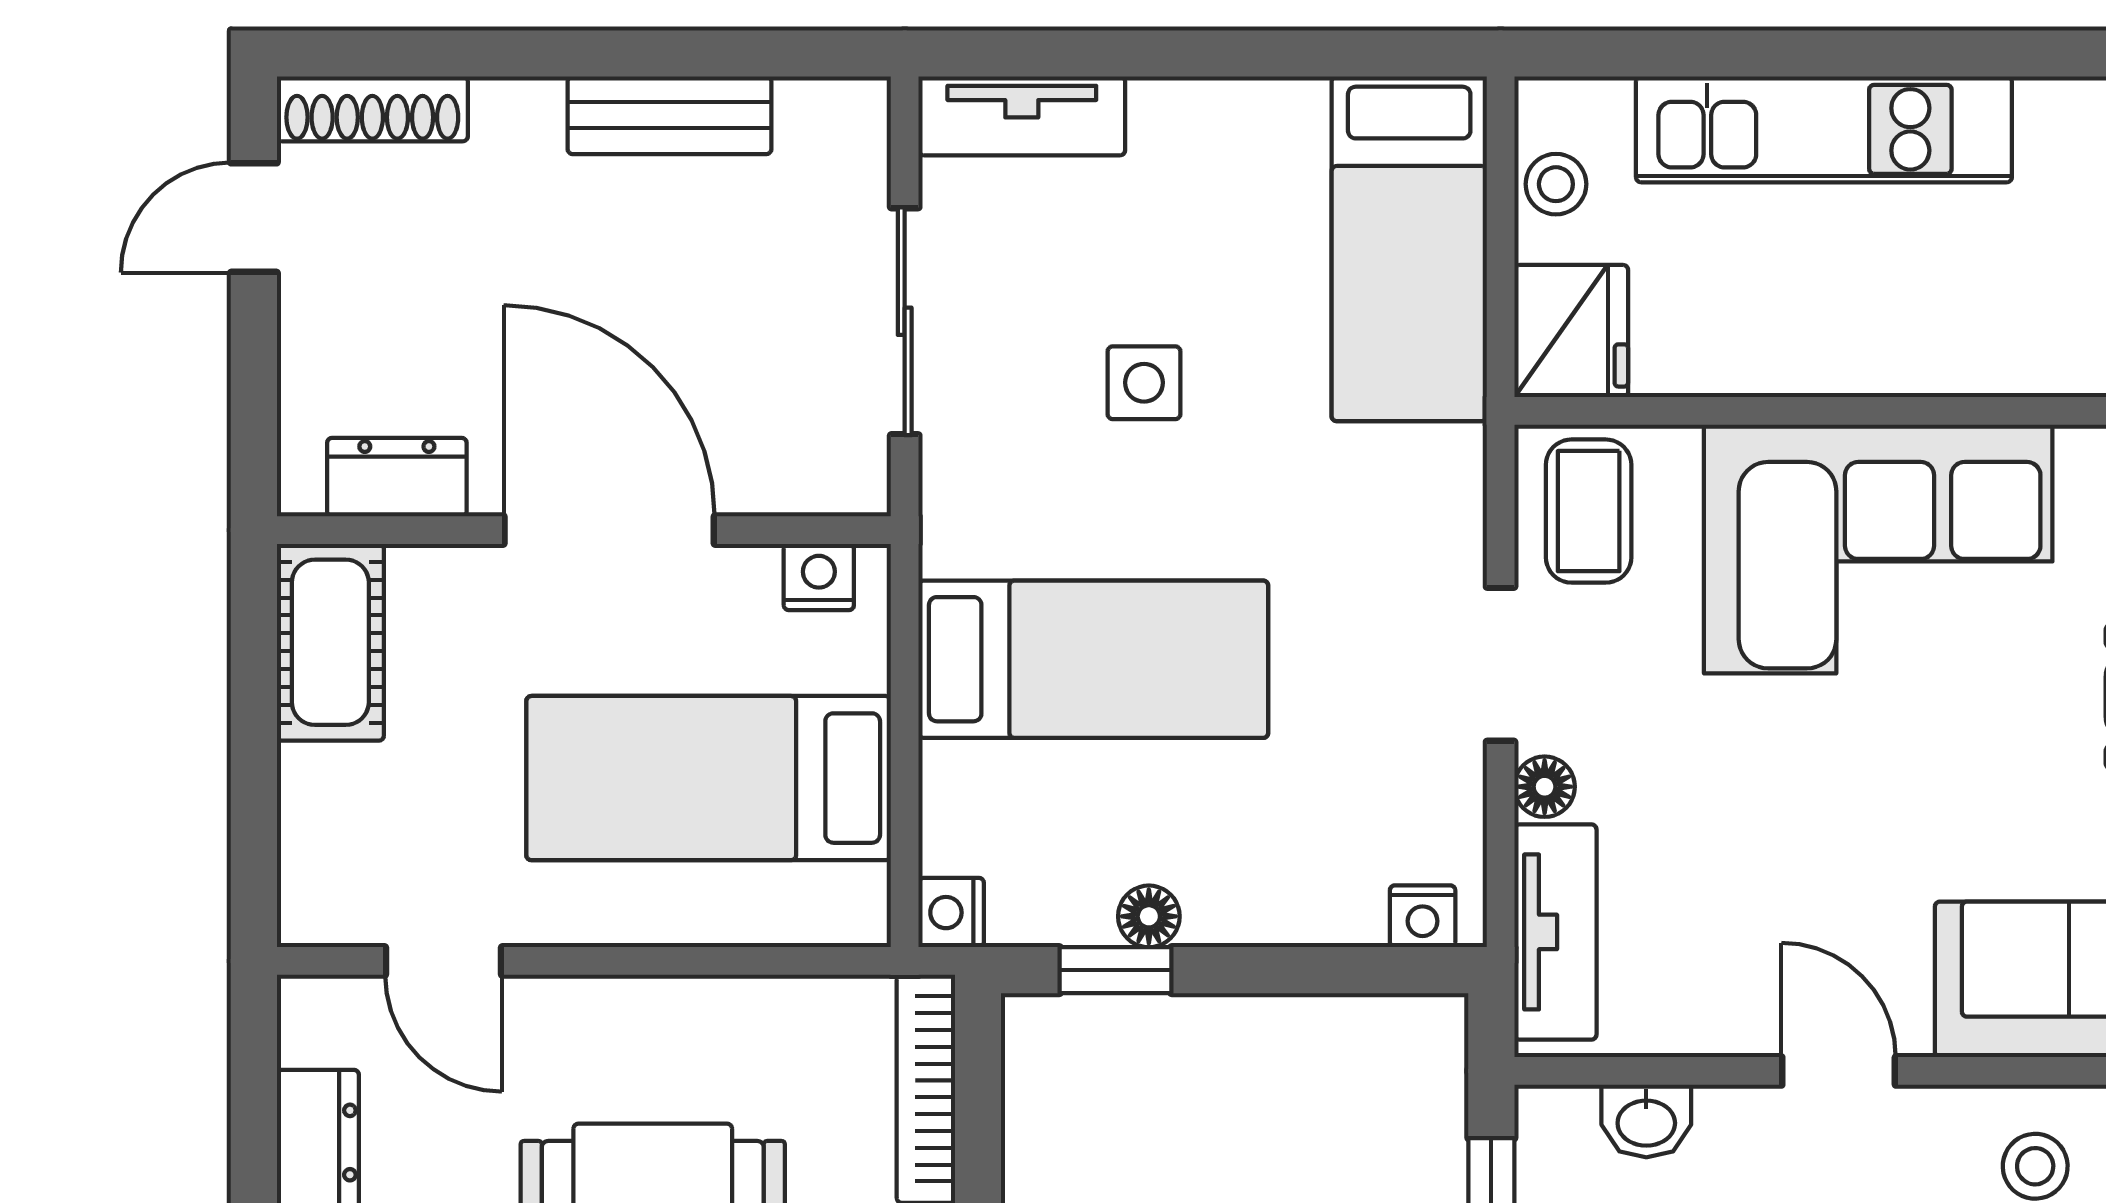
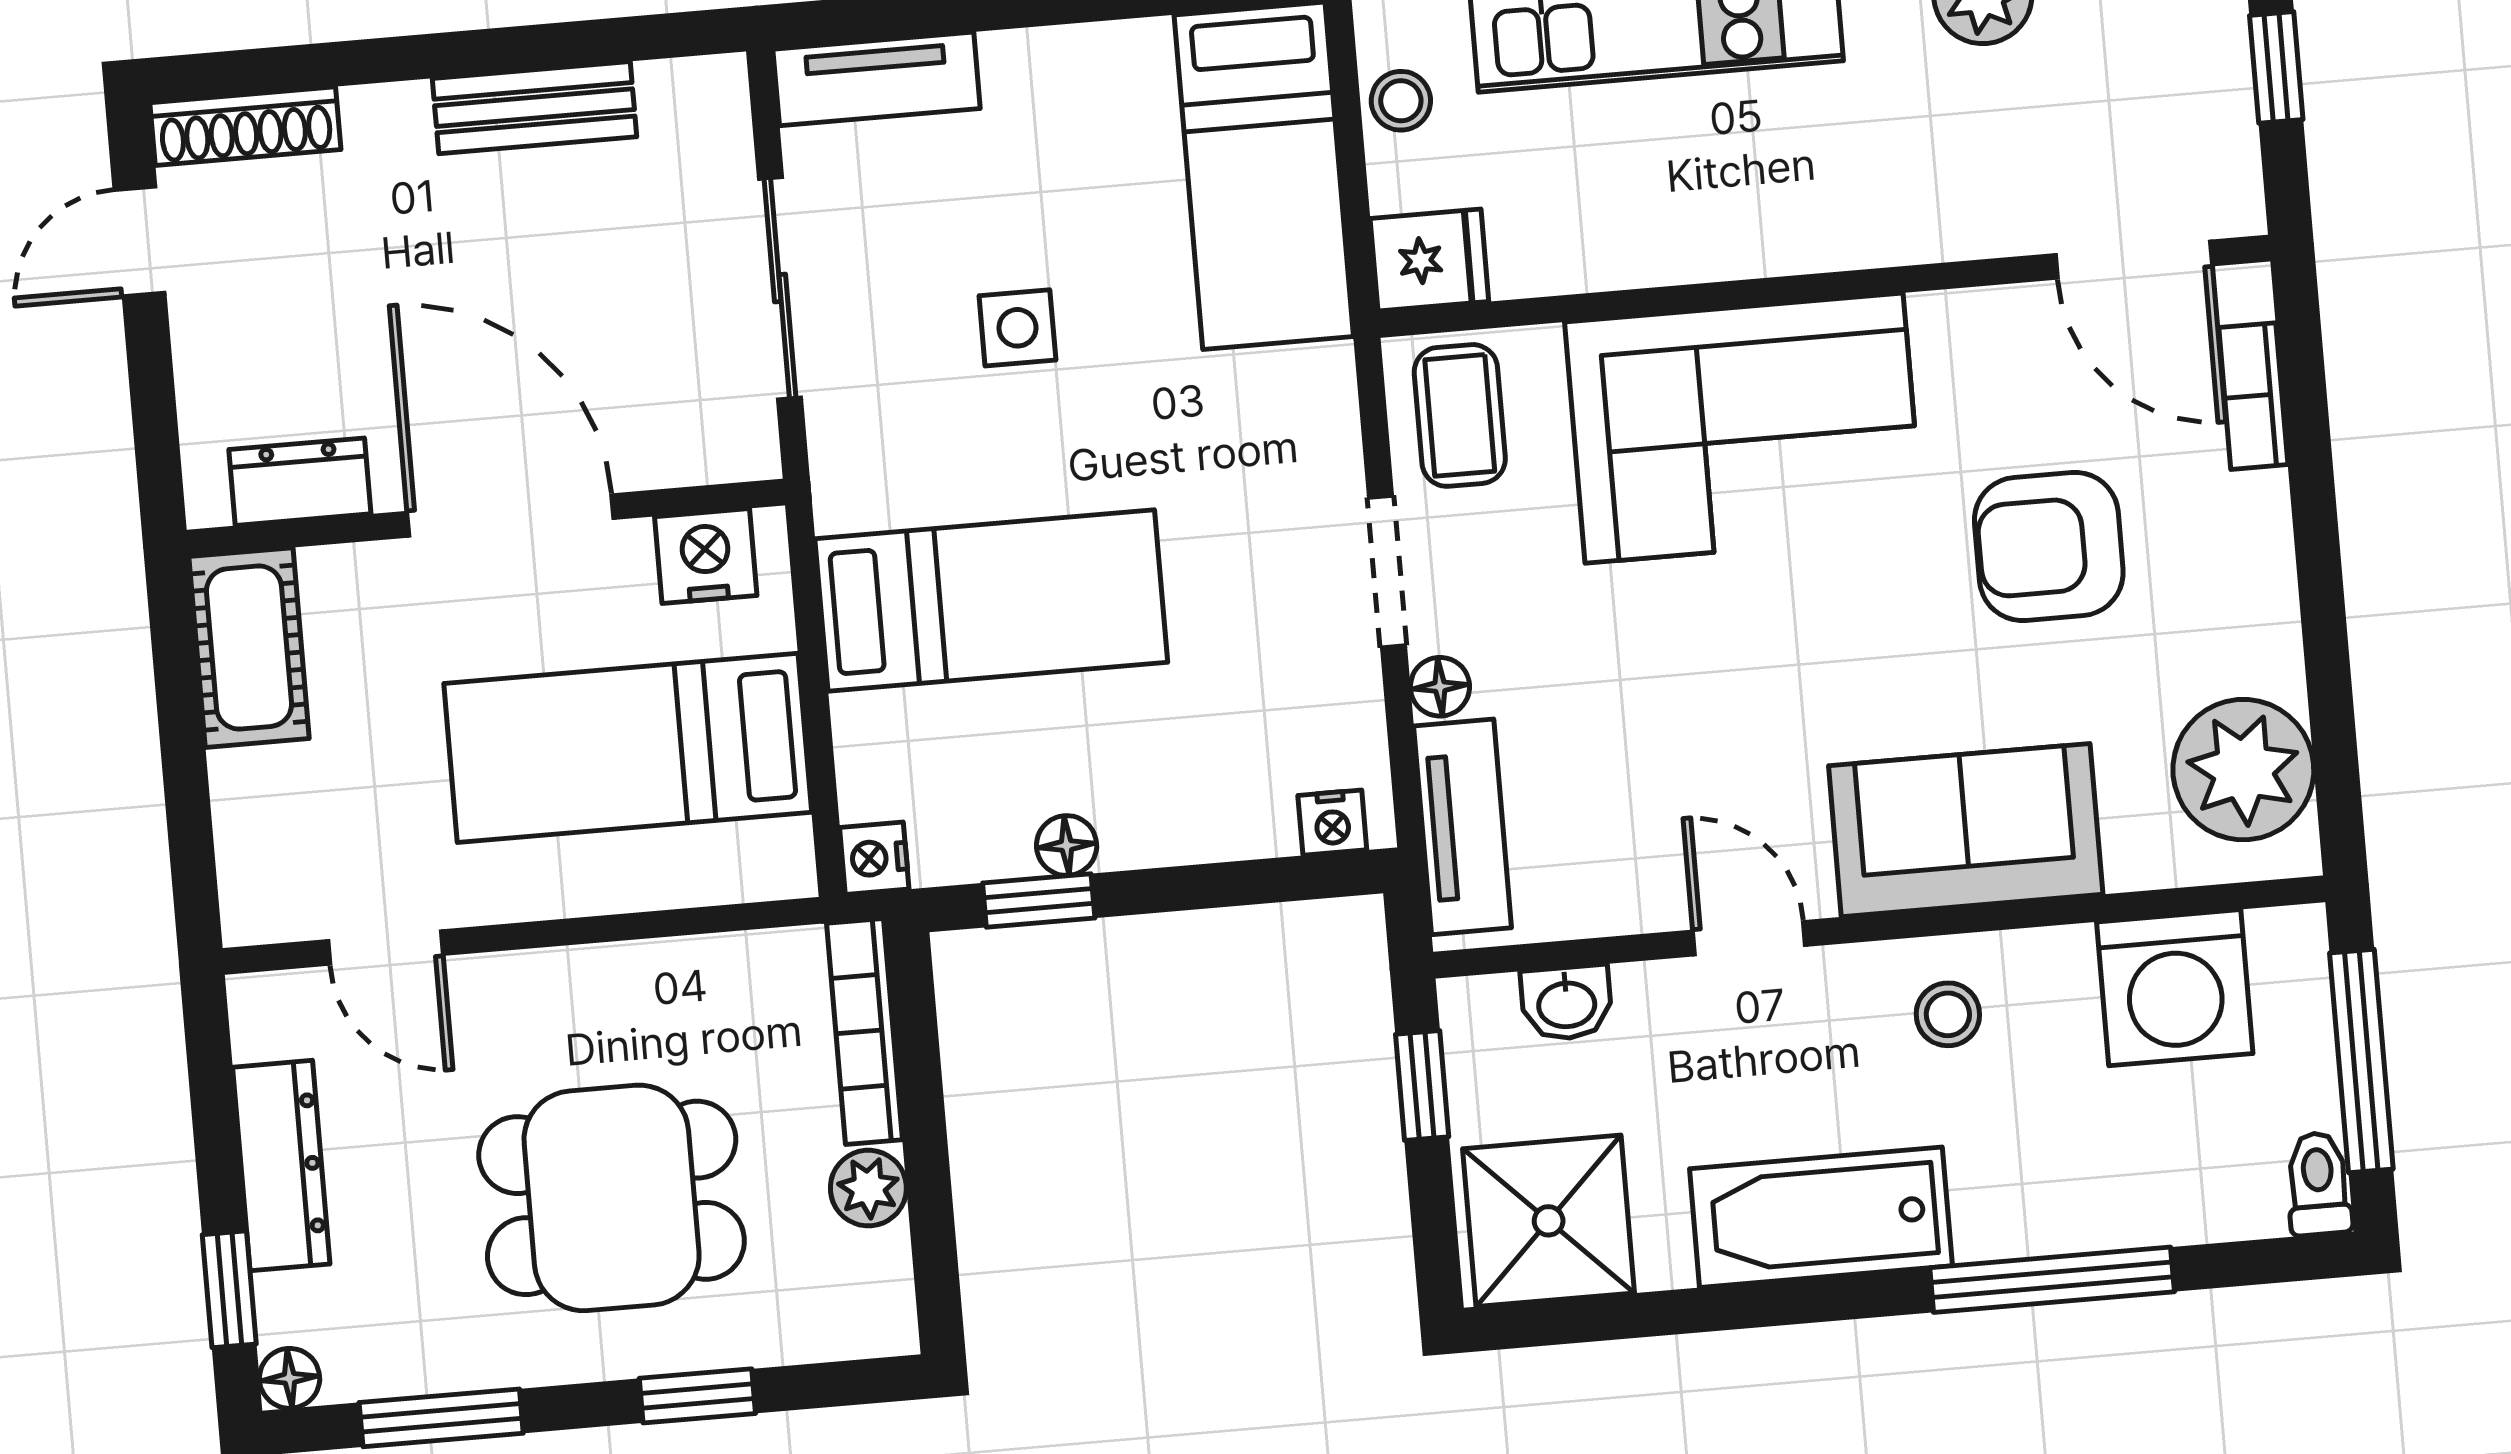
fridge: (1571, 331) -> (1429, 260), width x0.72
nightstand: (819, 577) -> (706, 556), width x1.39, depth x1.35

